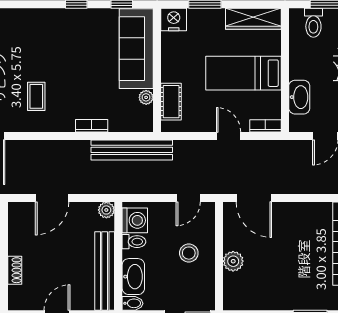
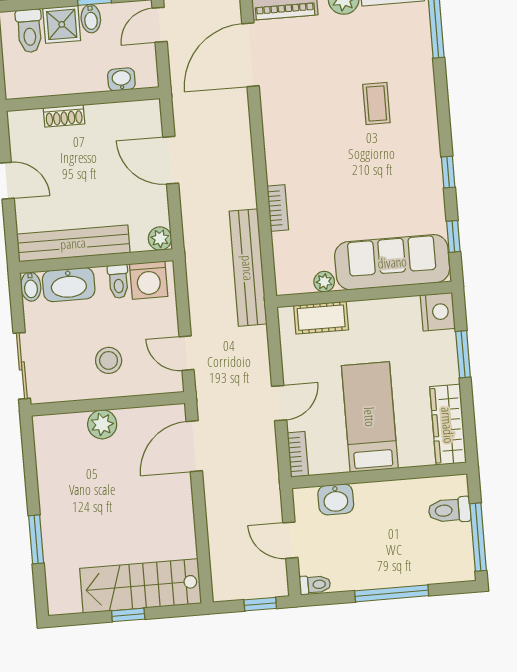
coffee table: (36, 96) -> (376, 104), moved, turned 90
washbasin: (299, 97) -> (336, 499), width x0.72

